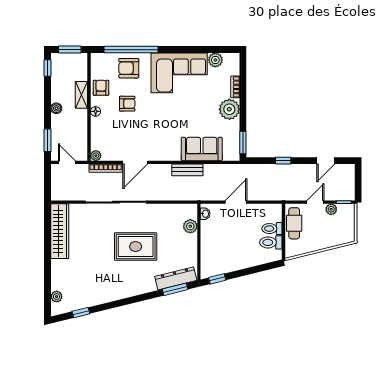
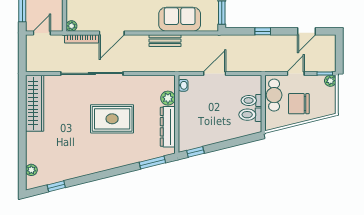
door: (67, 162) -> (42, 33), hinge flipped
plant: (331, 209) -> (330, 81), moved
chair: (318, 232) -> (299, 104), added
dresser: (176, 278) -> (168, 127), moved, turned -76

